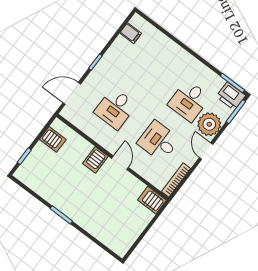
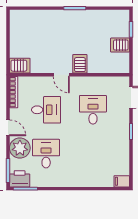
filing cabinet: (131, 33) -> (122, 181), moved
server rack: (53, 139) -> (120, 45), moved

